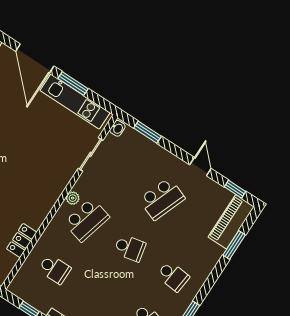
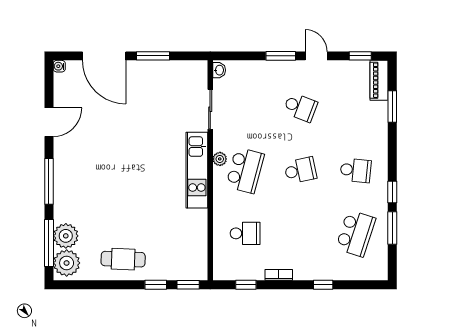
kitchen unit: (75, 102) -> (197, 170), moved, turned 90
window: (148, 132) -> (281, 56), moved
school desk: (162, 199) -> (300, 107), width x0.54
piano: (231, 222) -> (379, 80), width x0.73, depth x0.75
locker: (22, 240) -> (199, 227), removed

